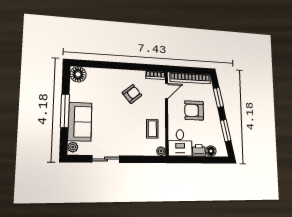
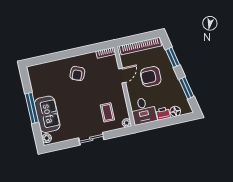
floor lamp: (78, 74) -> (35, 72), removed
door: (166, 91) -> (122, 76), moved
armchair: (132, 94) -> (77, 73), moved, turned 153
coffee table: (152, 129) -> (107, 112), moved
sliding door: (106, 159) -> (91, 139), moved

